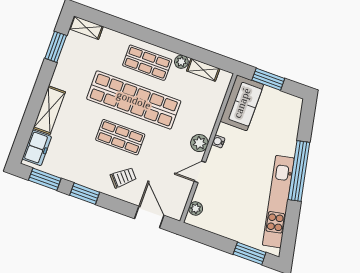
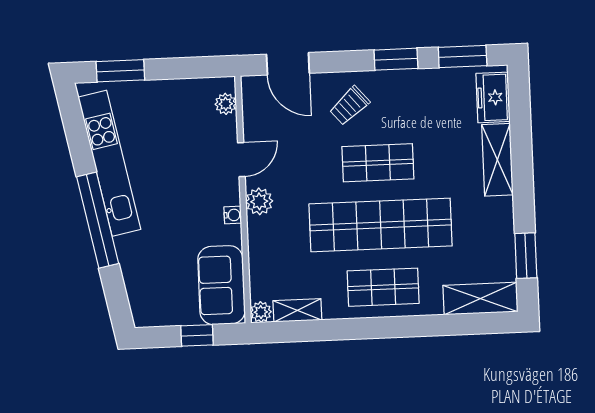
shelving: (86, 28) -> (480, 299), width x1.50, depth x1.33
plant: (181, 62) -> (261, 312), moved
window: (268, 79) -> (197, 335), width x0.67

